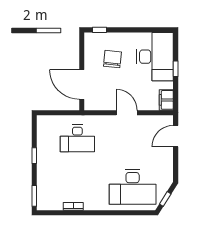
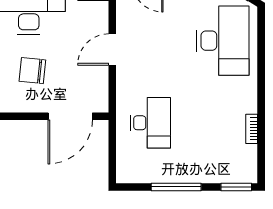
window: (34, 156) -> (176, 187), width x2.17

